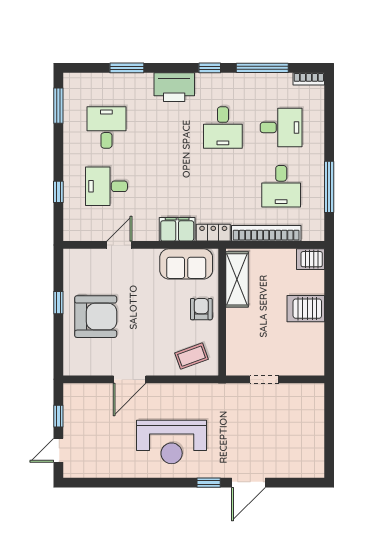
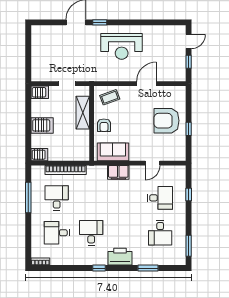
window: (262, 68) -> (68, 268), removed
locker: (213, 233) -> (97, 170), removed
shelving: (237, 279) -> (83, 113), moved
server rack: (310, 365) -> (40, 92), added
reception desk: (172, 442) -> (122, 46), turned 180

